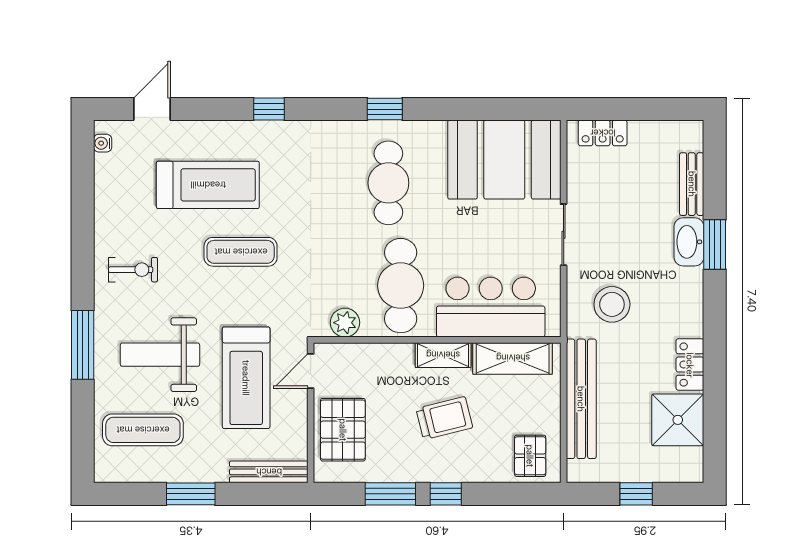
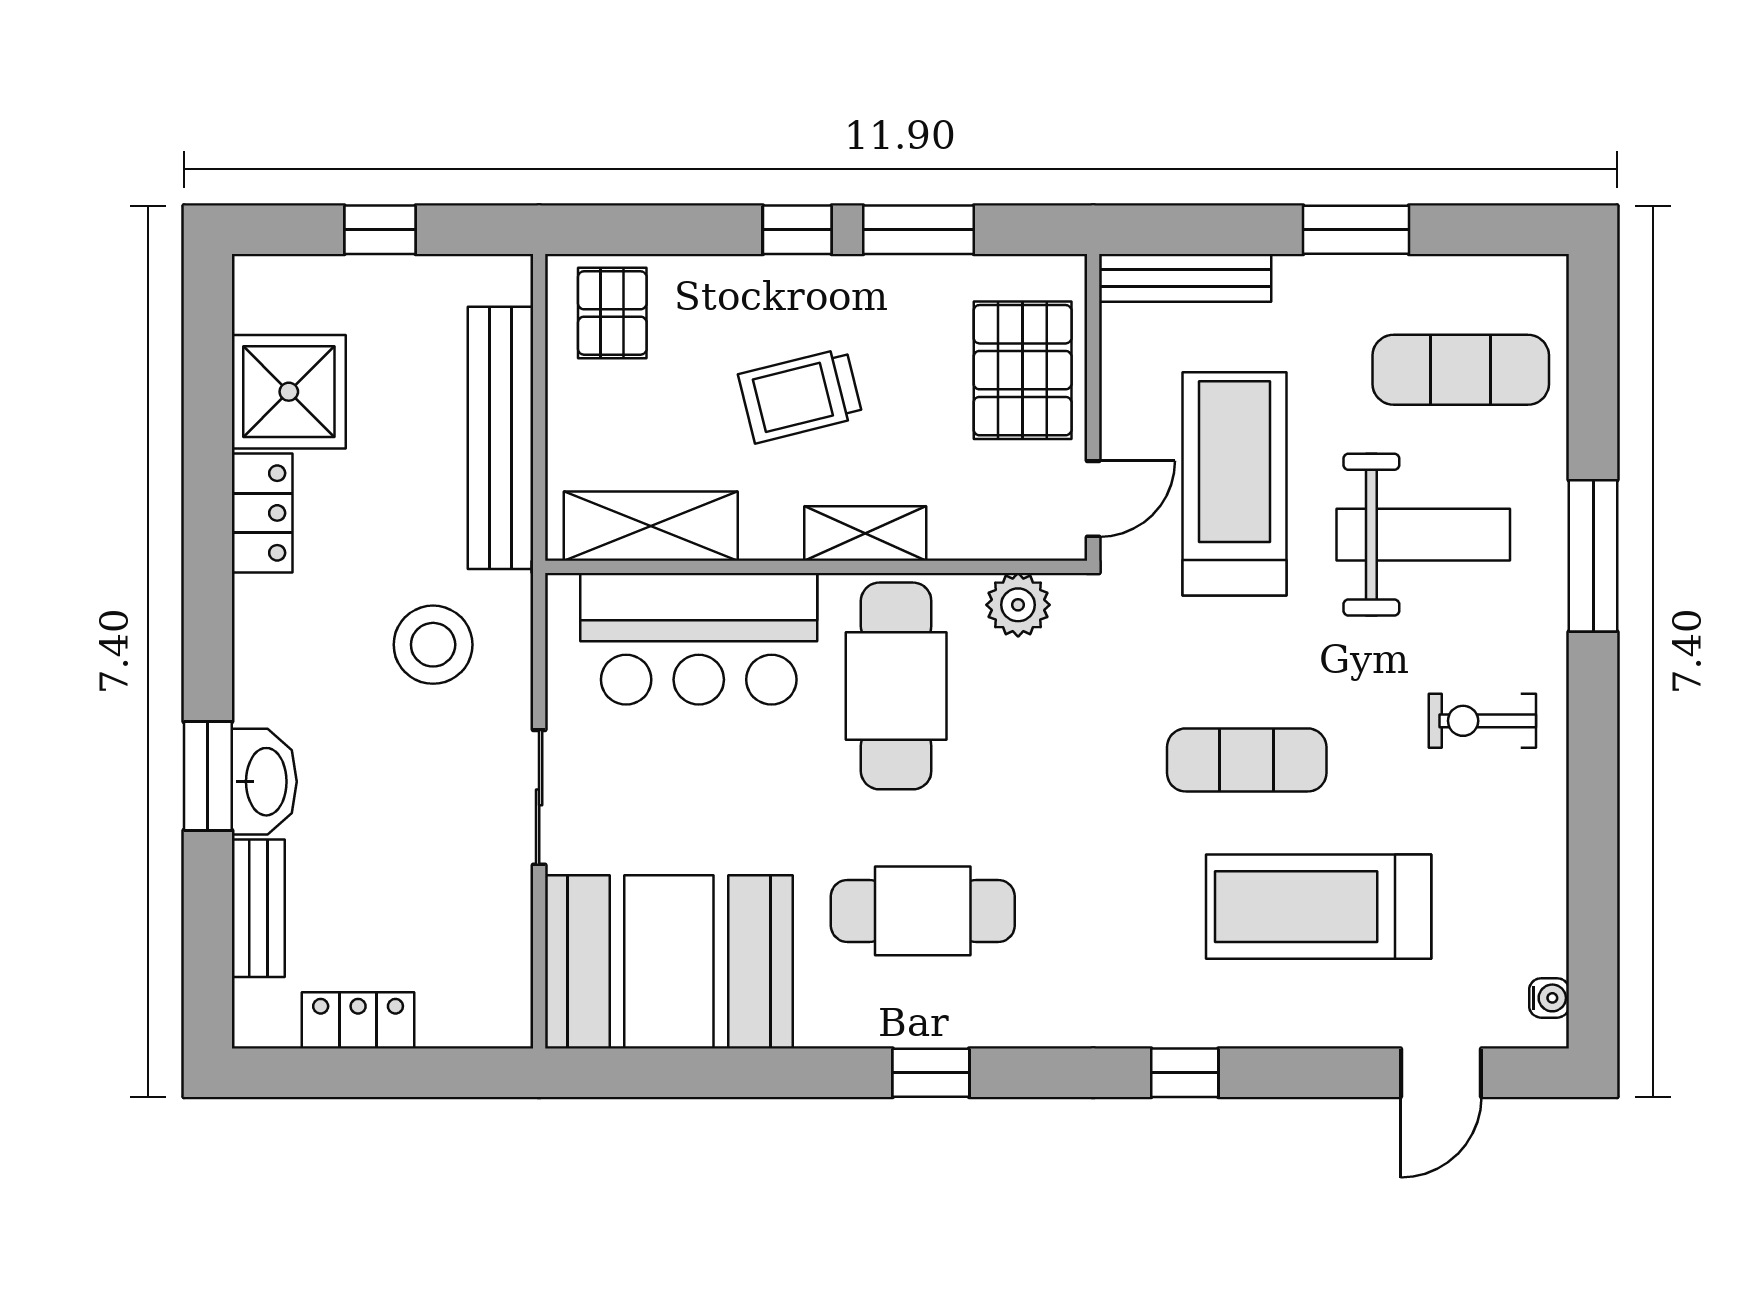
locker: (603, 133) -> (358, 1020), moved
cafe table: (388, 183) -> (923, 911), turned 90
shelving: (443, 355) -> (865, 534), moved

